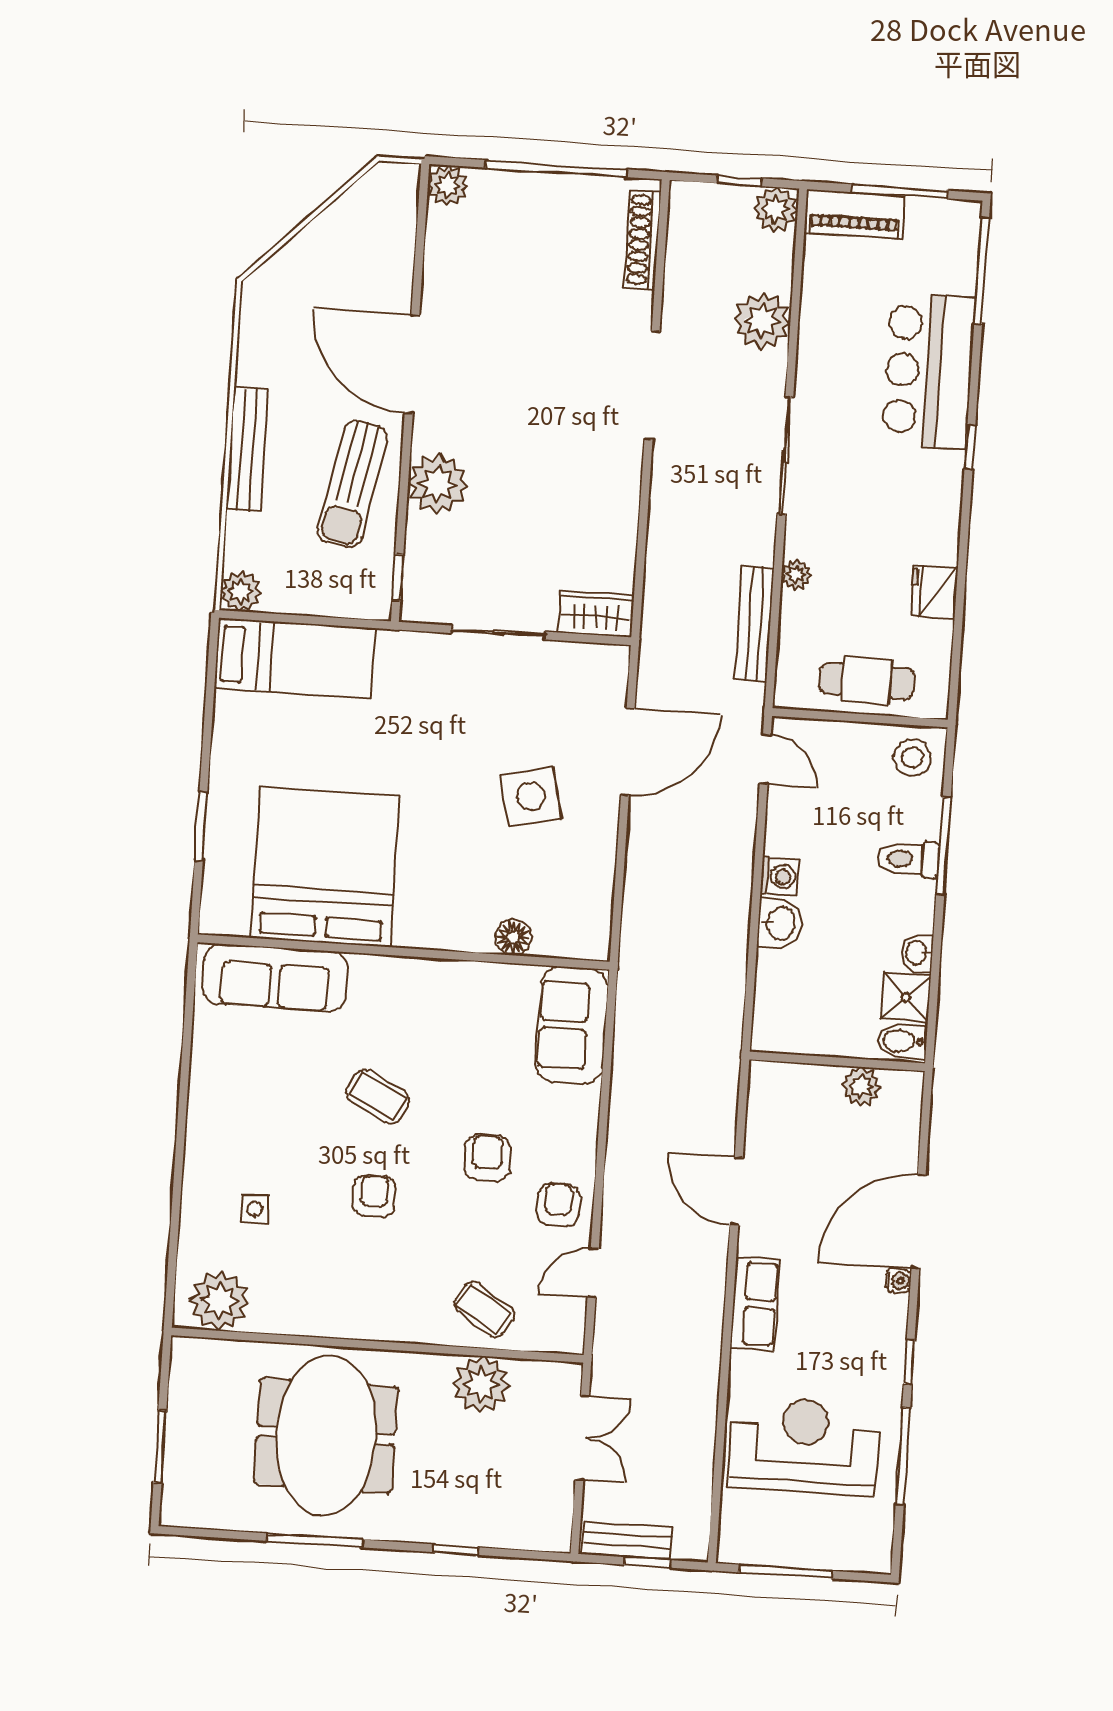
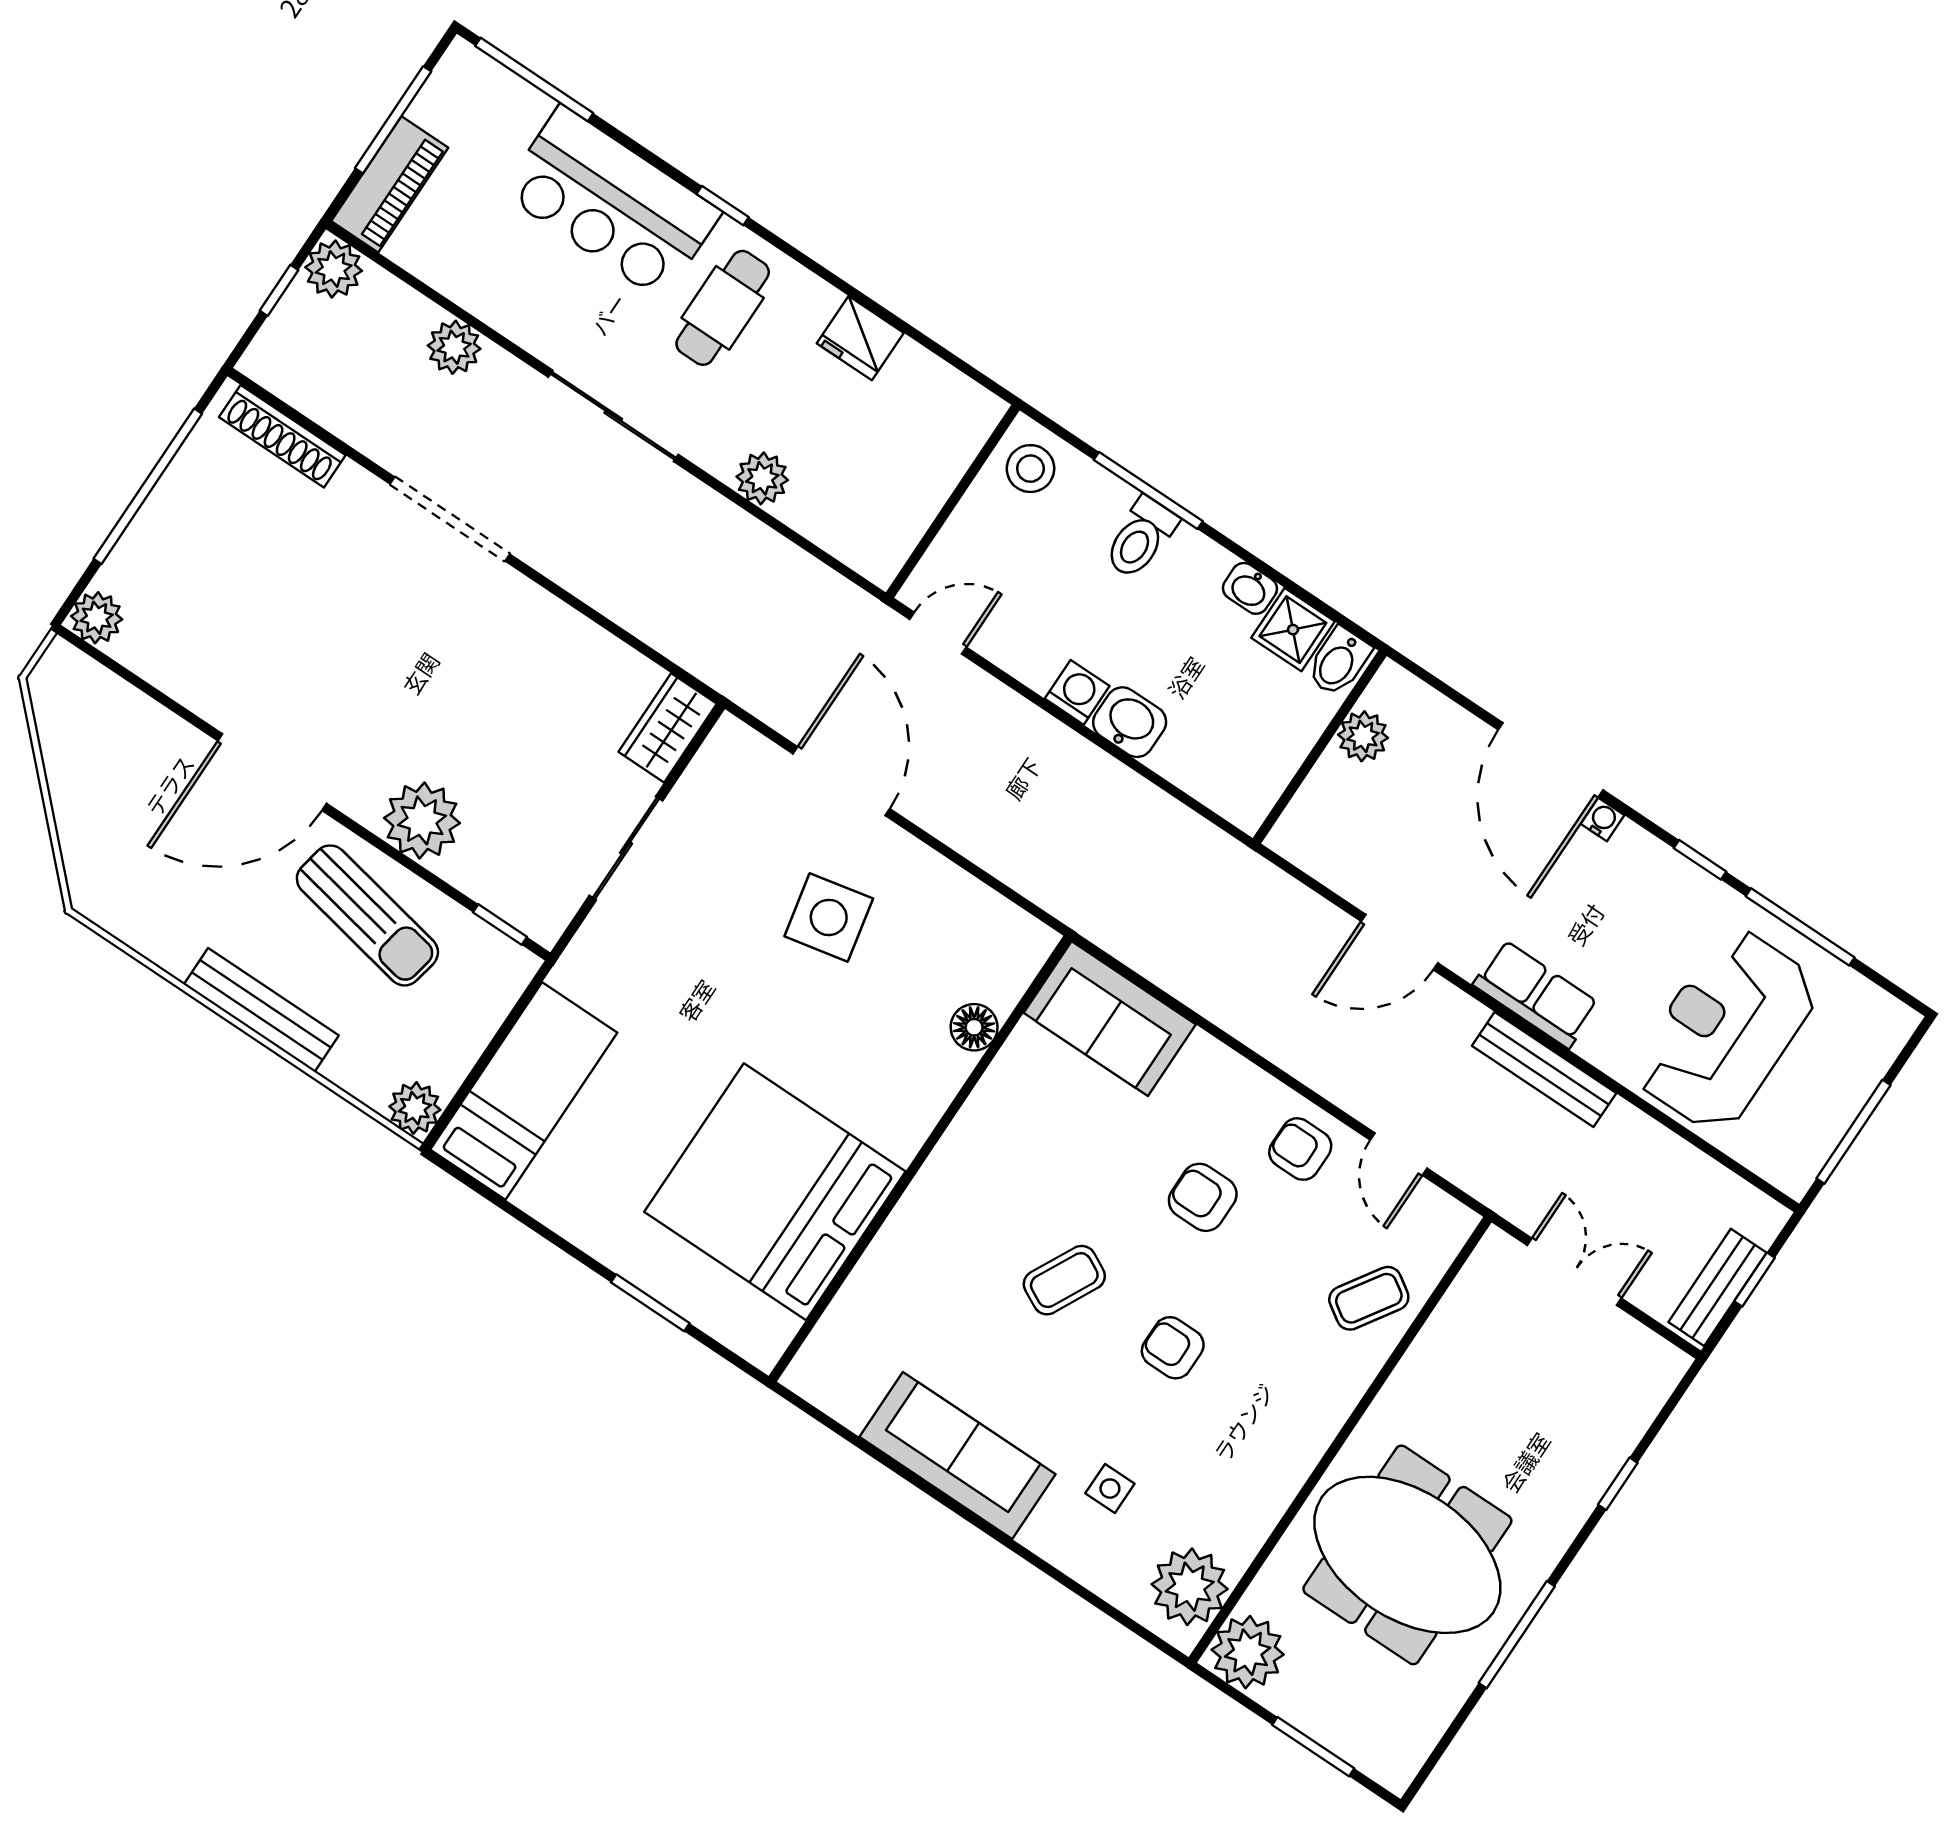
plant: (762, 321) -> (454, 347), width x0.73, depth x0.73
plant: (796, 574) -> (762, 478), width x1.38, depth x1.38
bench: (754, 624) -> (1544, 1069), moved
cafe table: (867, 681) -> (723, 308), moved
sofa: (275, 978) -> (957, 1455), moved, turned -90
plant: (481, 1384) -> (1248, 1652), moved

